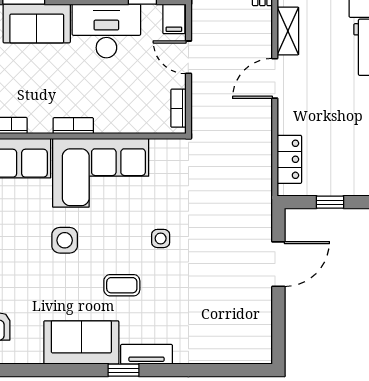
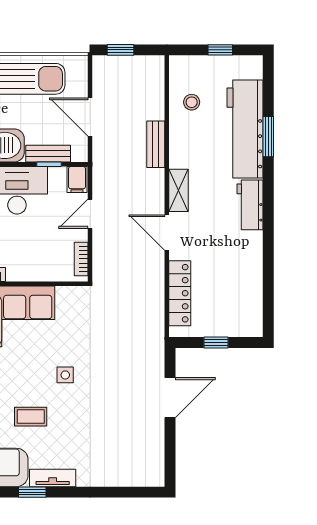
door: (188, 57) -> (90, 214), hinge flipped
door: (275, 78) -> (167, 233), hinge flipped
locker: (289, 159) -> (180, 293), width x1.53

